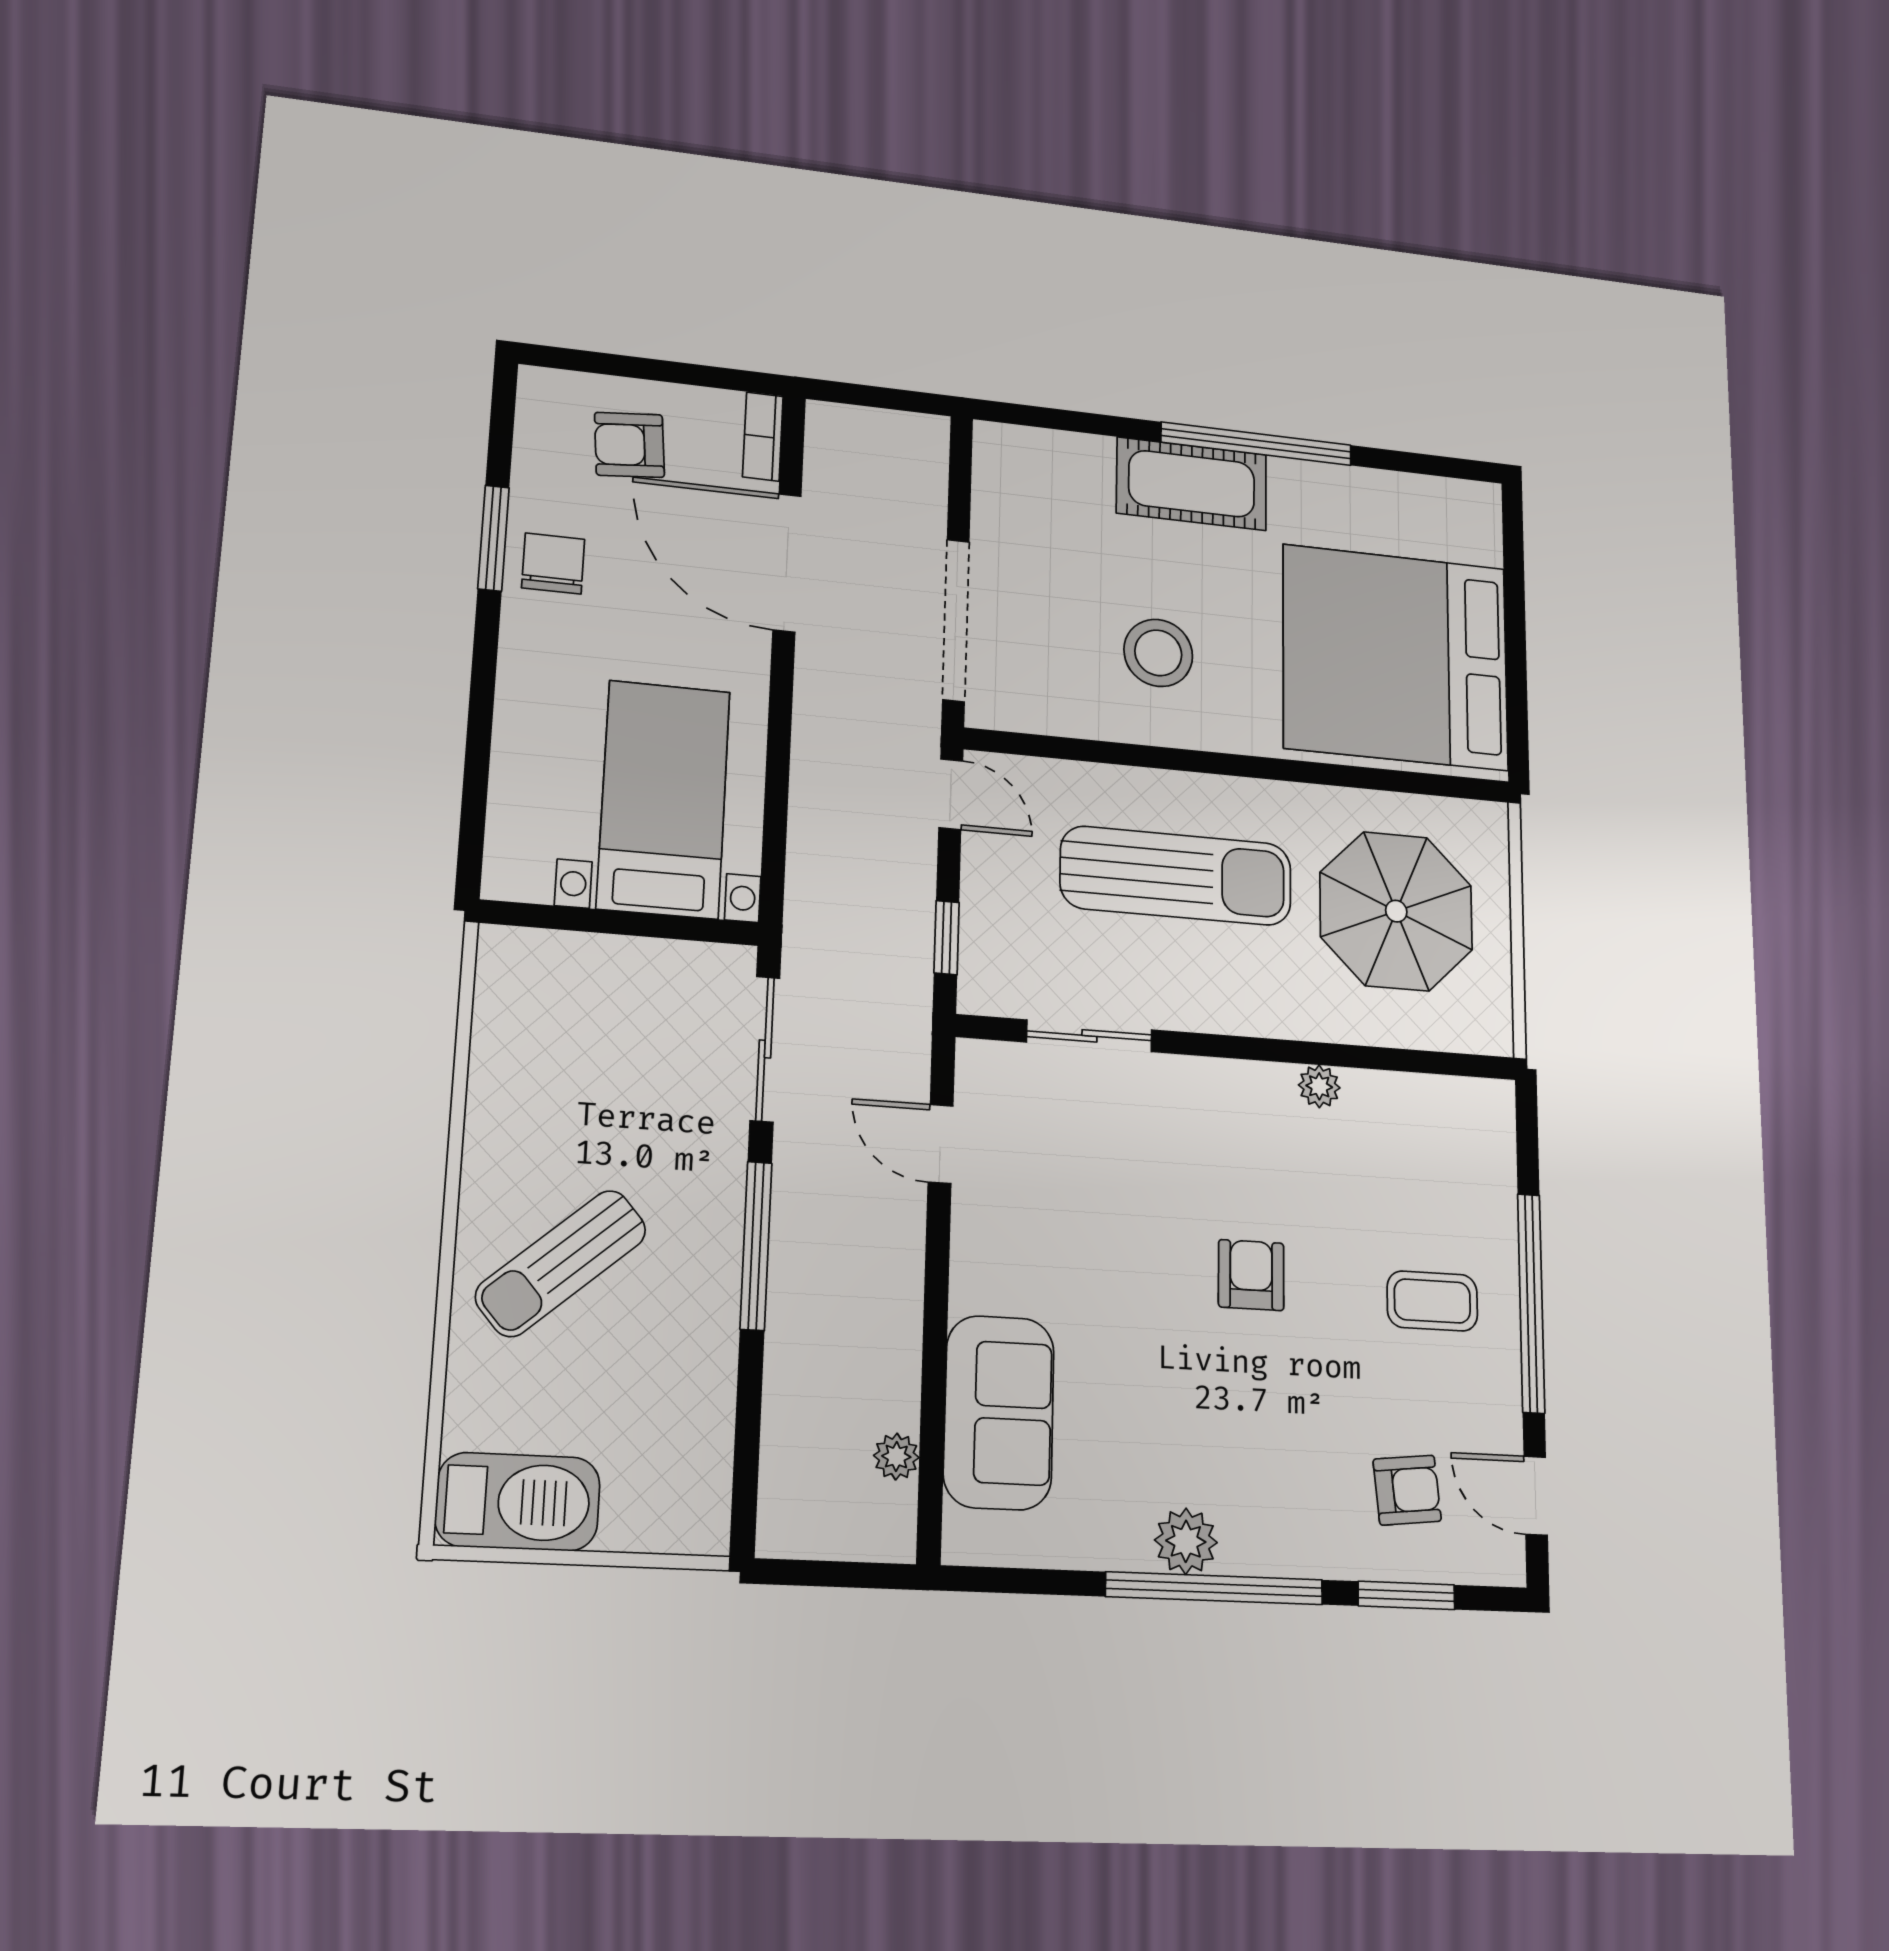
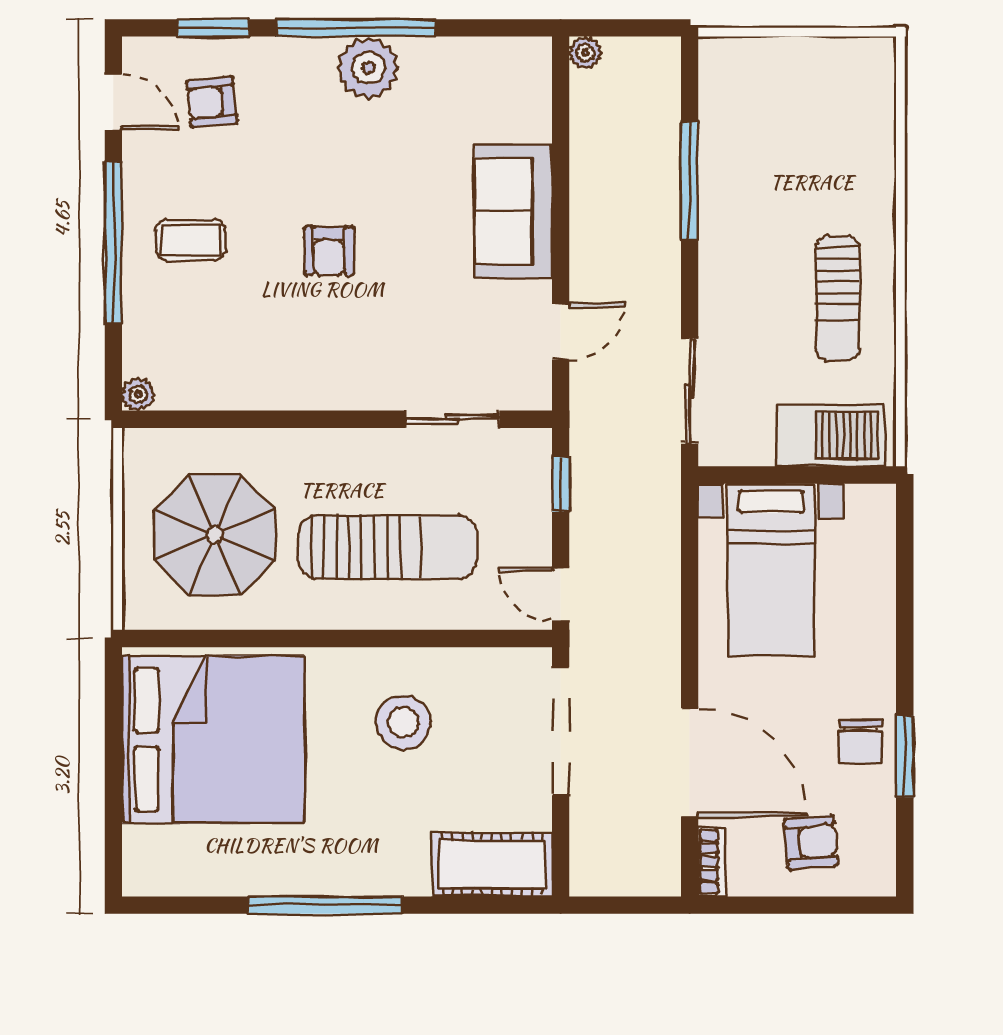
cot: (1192, 484) -> (492, 865), moved
sun lounger: (1176, 876) -> (388, 547), turned 180
plant: (1319, 1086) -> (138, 394), moved
door: (941, 1144) -> (561, 331), hinge flipped
window: (756, 1246) -> (690, 180), moved
sun lounger: (561, 1263) -> (838, 298), moved, turned 131
sofa: (999, 1412) -> (513, 211), moved
plant: (896, 1457) -> (585, 53), moved
barbecue: (518, 1502) -> (831, 435), moved, turned 180
plant: (1186, 1541) -> (368, 68), width x1.36, depth x1.36

